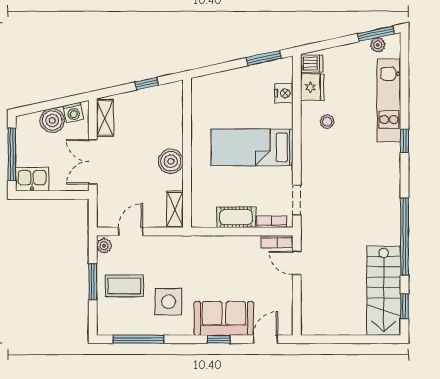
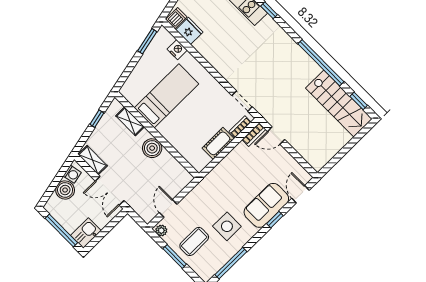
stool: (327, 122) -> (216, 42), removed
bed: (252, 147) -> (166, 96), moved, turned 180
shelving: (175, 209) -> (130, 121), moved

